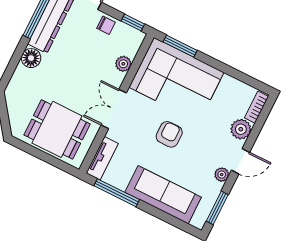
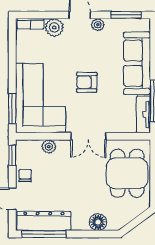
floor lamp: (31, 58) -> (98, 222), moved
tv unit: (102, 158) -> (143, 114), moved, turned -90

